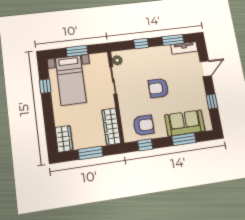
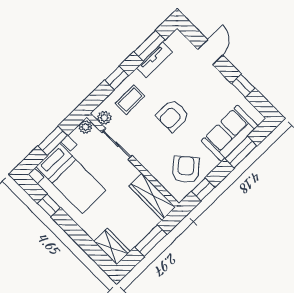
tv unit: (184, 48) -> (154, 60), moved
plant: (102, 57) -> (85, 127), added
coffee table: (140, 61) -> (130, 100), added
armchair: (143, 125) -> (186, 169), turned -41

